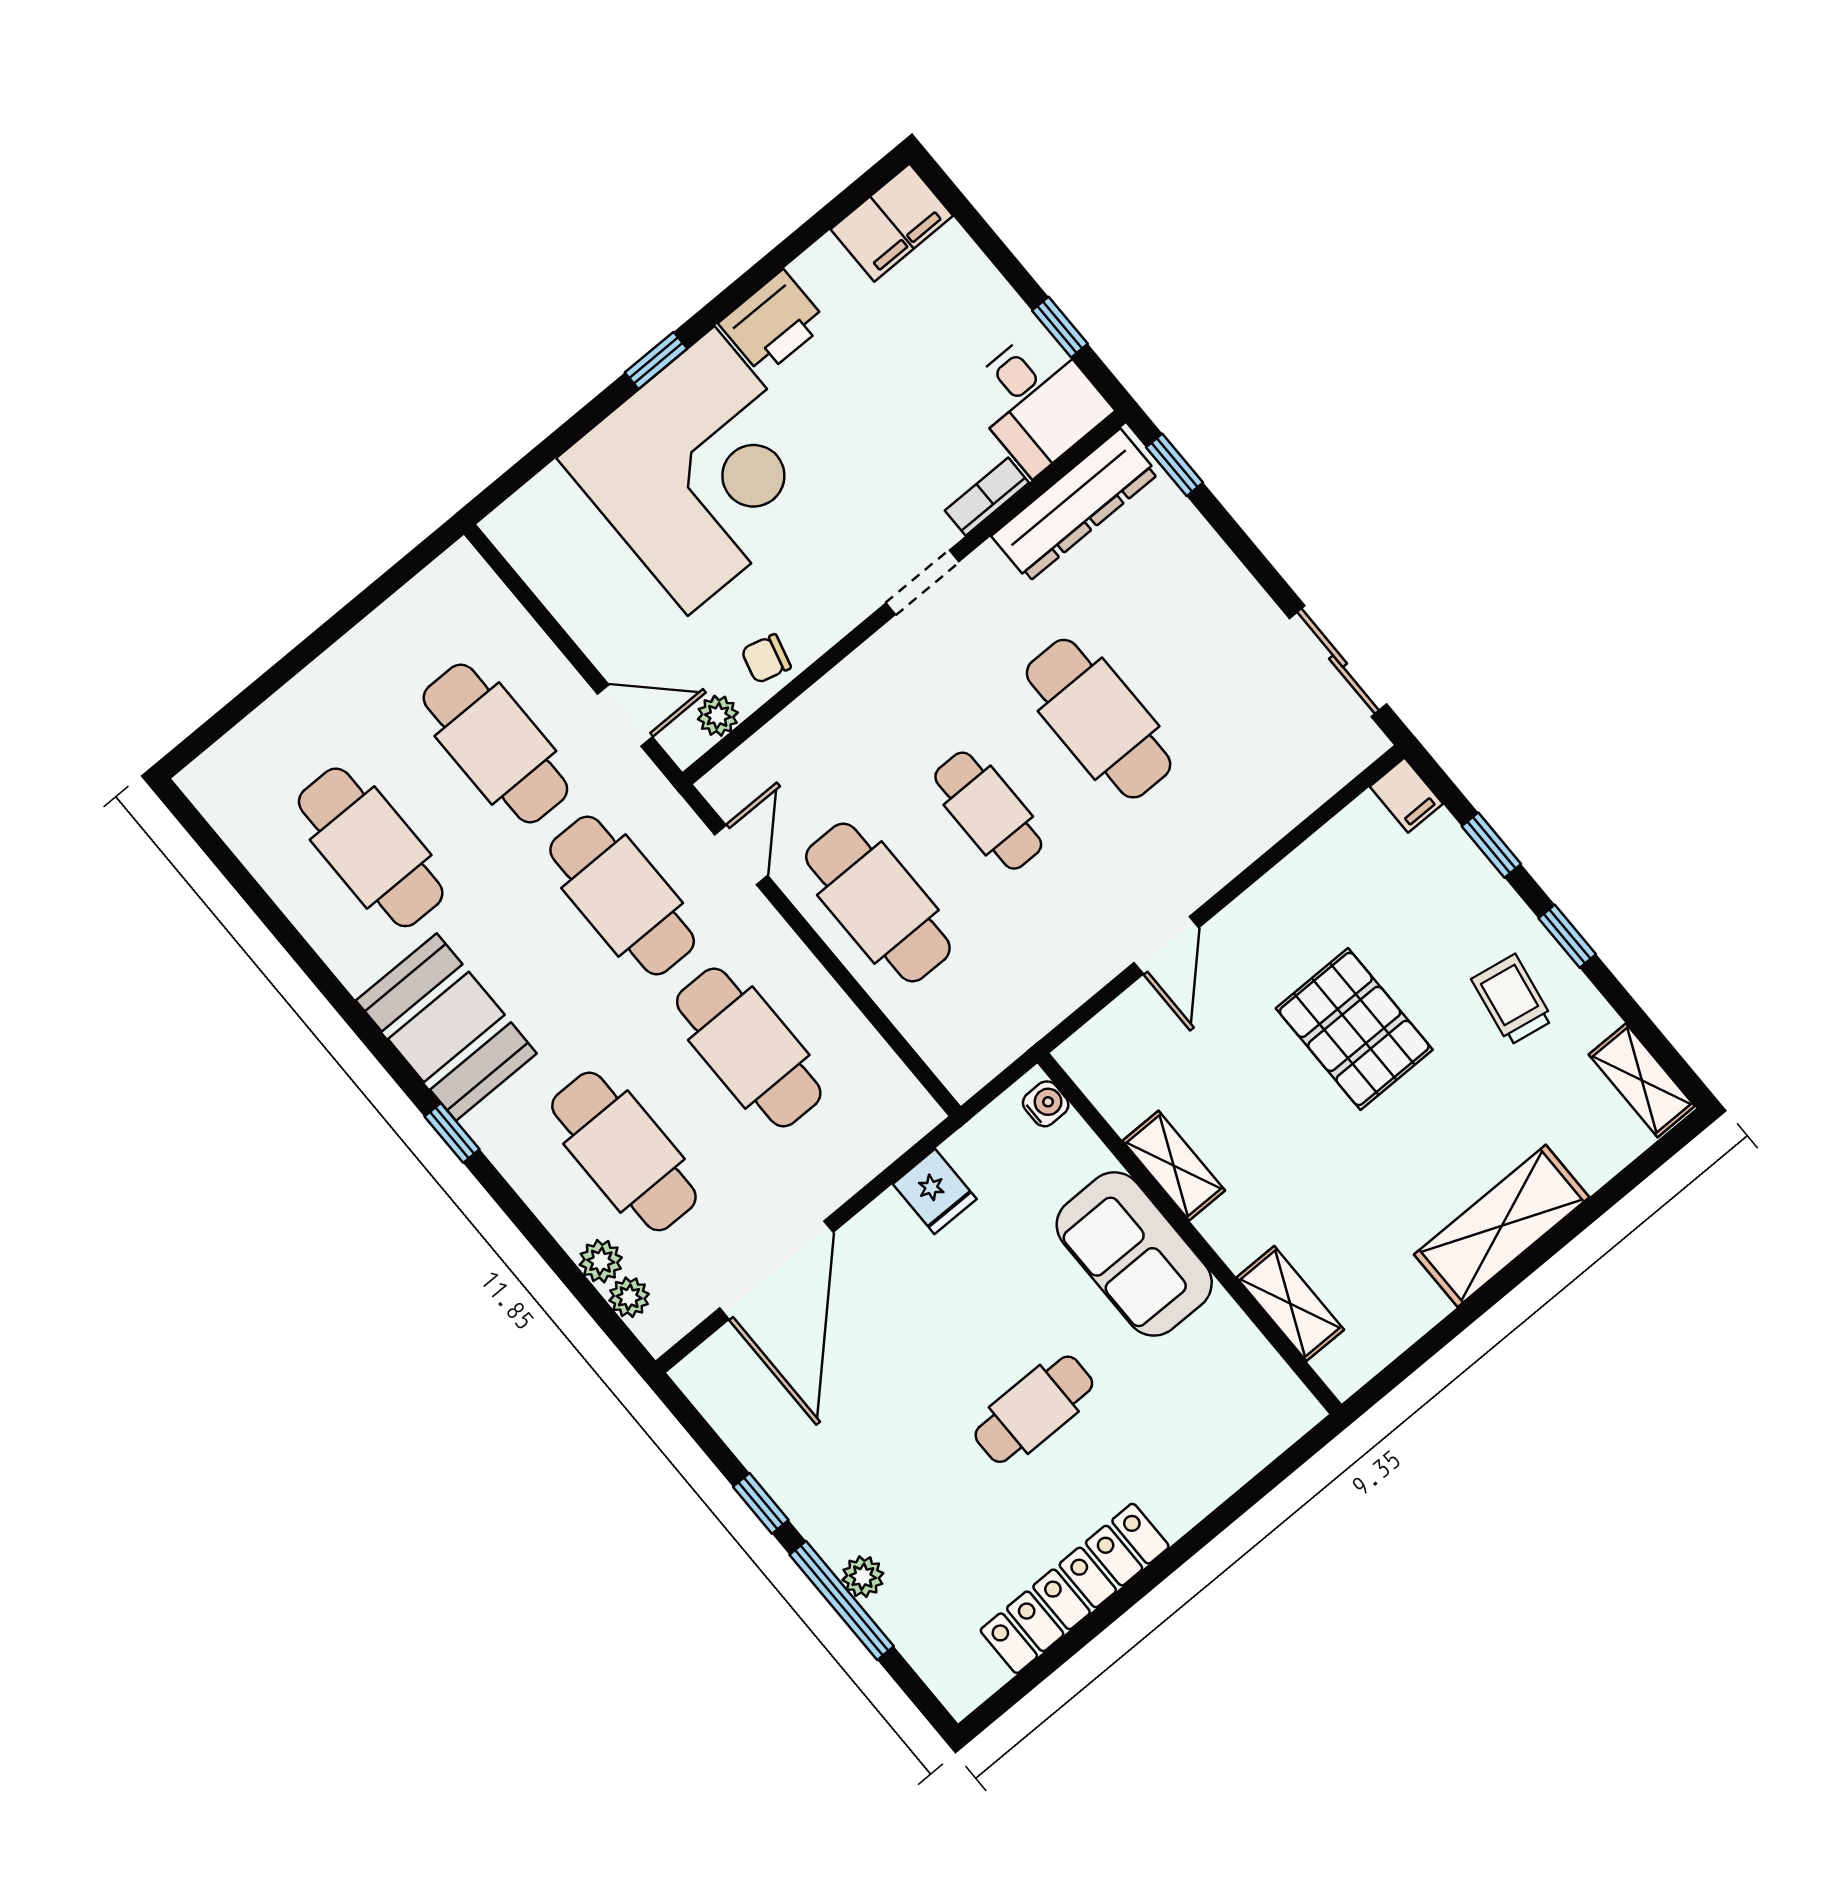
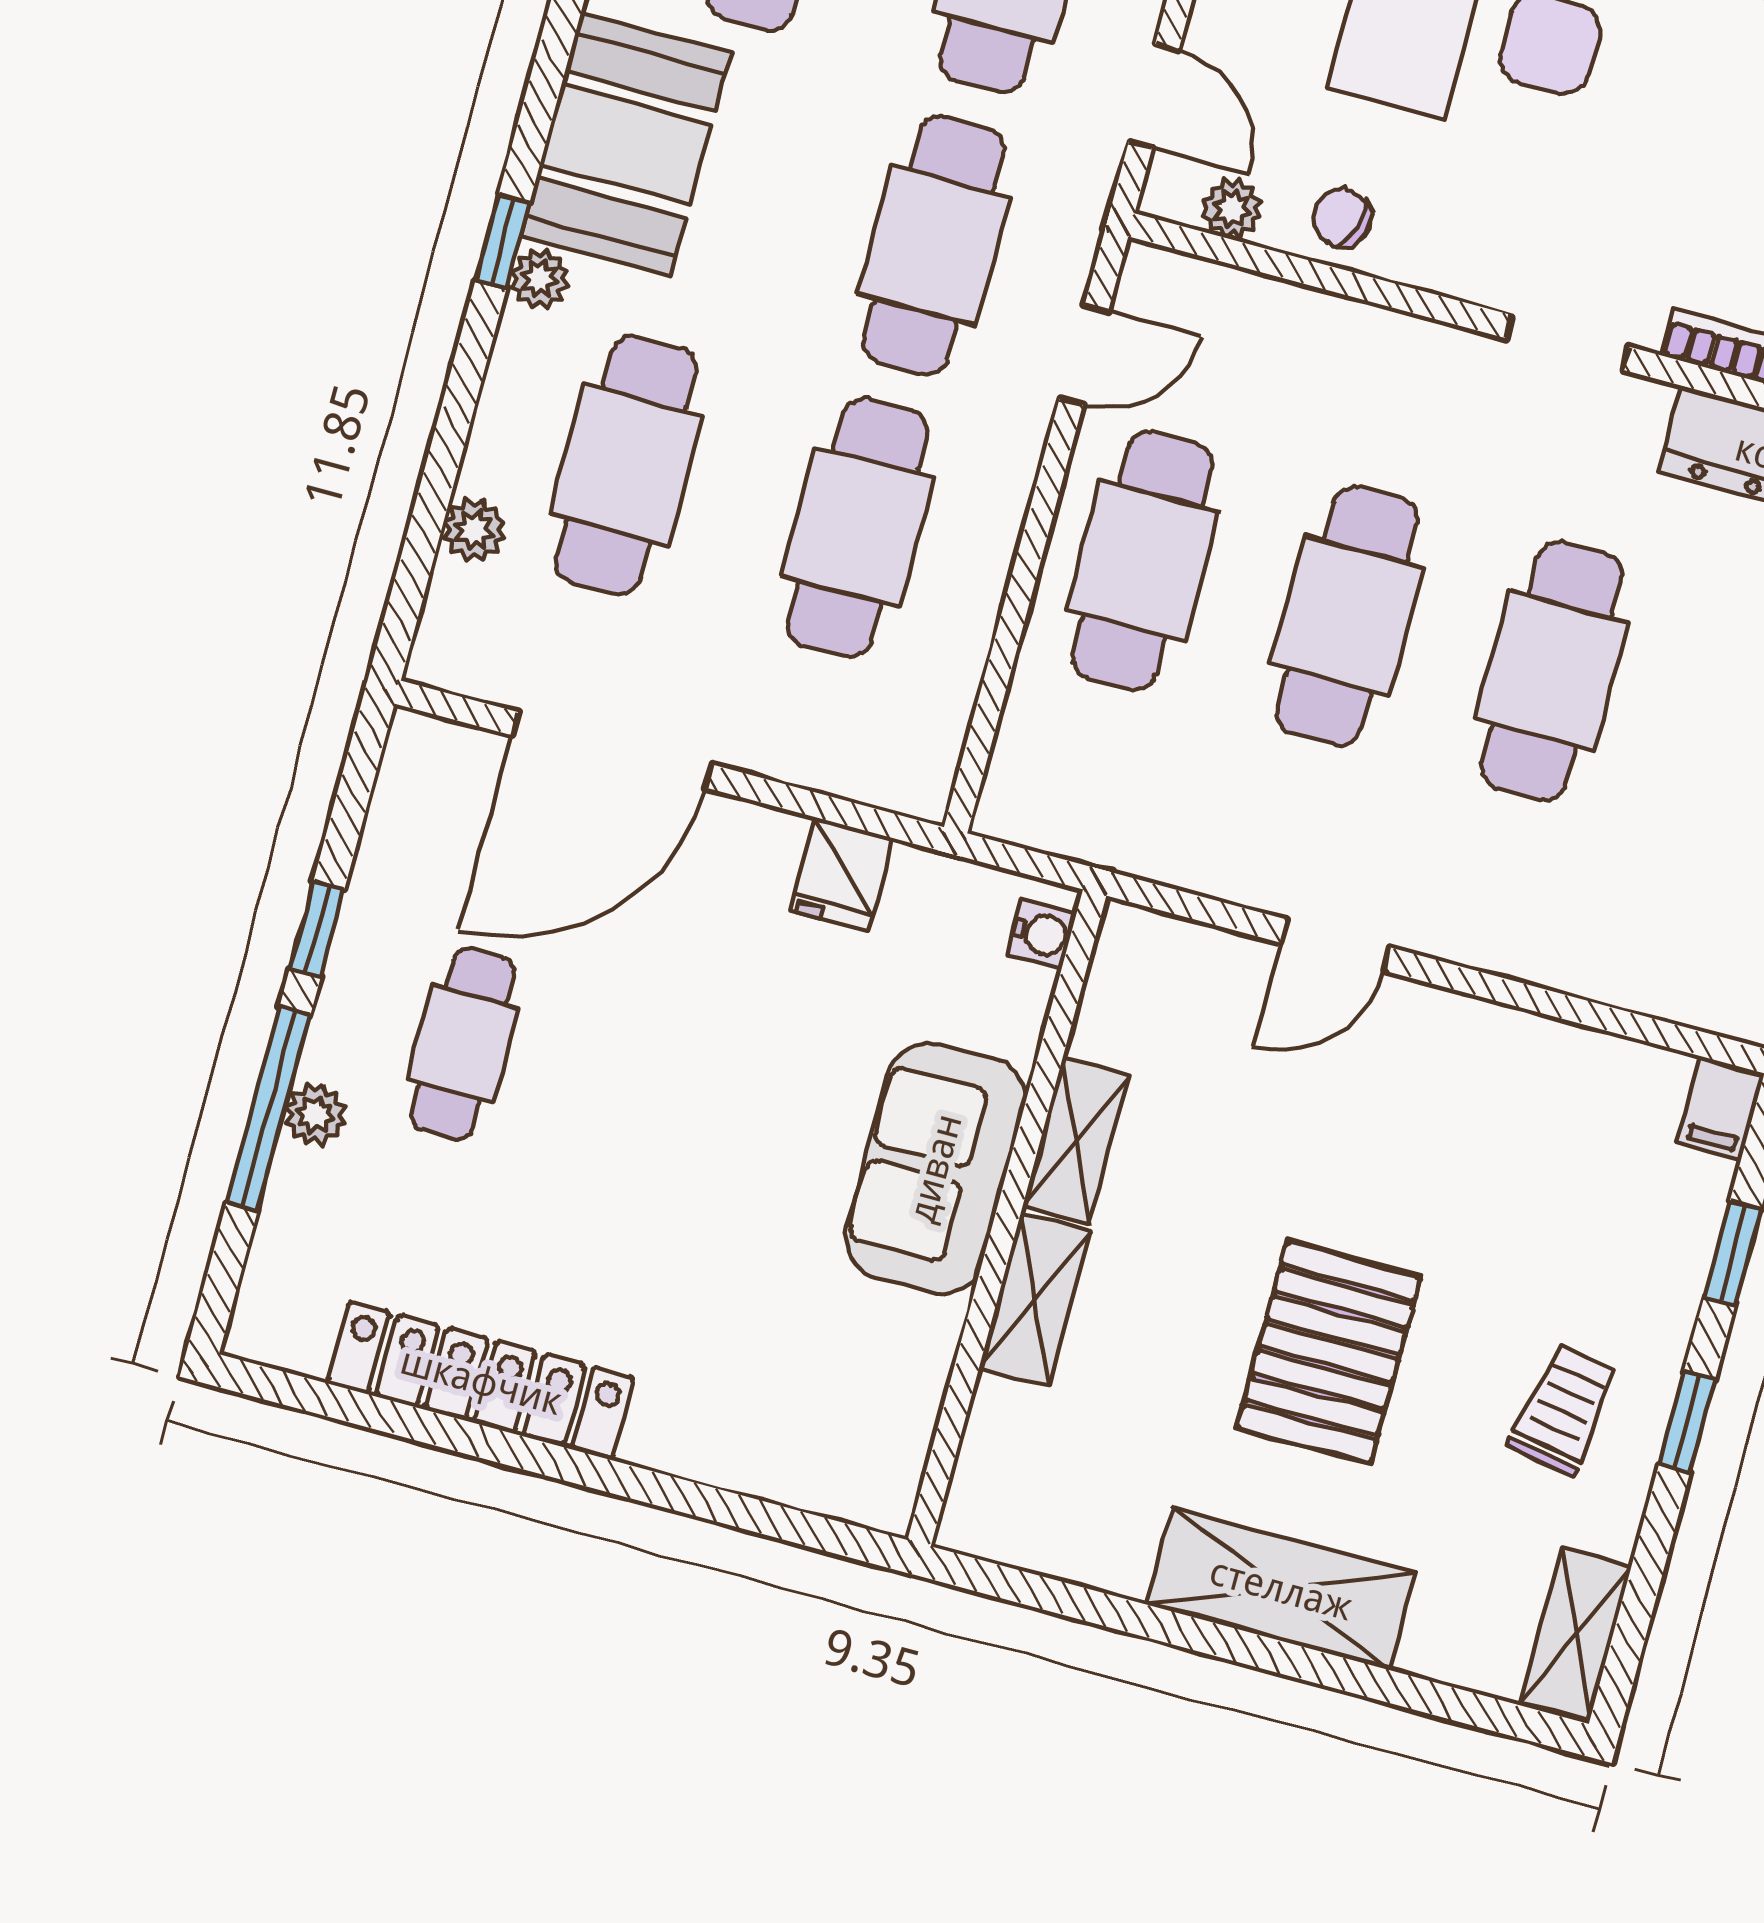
cafe table: (988, 811) -> (1347, 616), width x1.37, depth x1.35
pallet: (1354, 1029) -> (1329, 1352), moved
plant: (629, 1297) -> (540, 279), moved
shelving: (1290, 1304) -> (1035, 1300), moved
cafe table: (1034, 1409) -> (463, 1044), moved, turned 90

